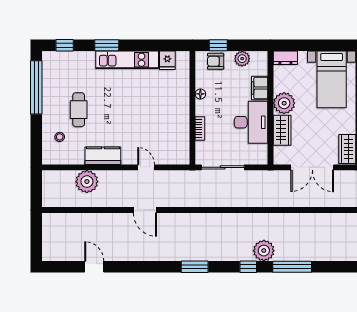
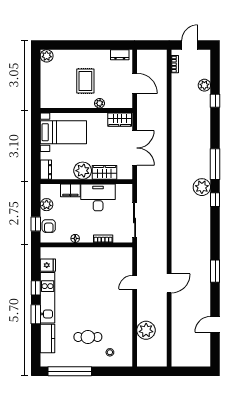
window: (65, 45) -> (36, 288), moved
kitchen counter: (103, 156) -> (48, 338), moved, turned 180
window: (195, 267) -> (215, 271), moved

